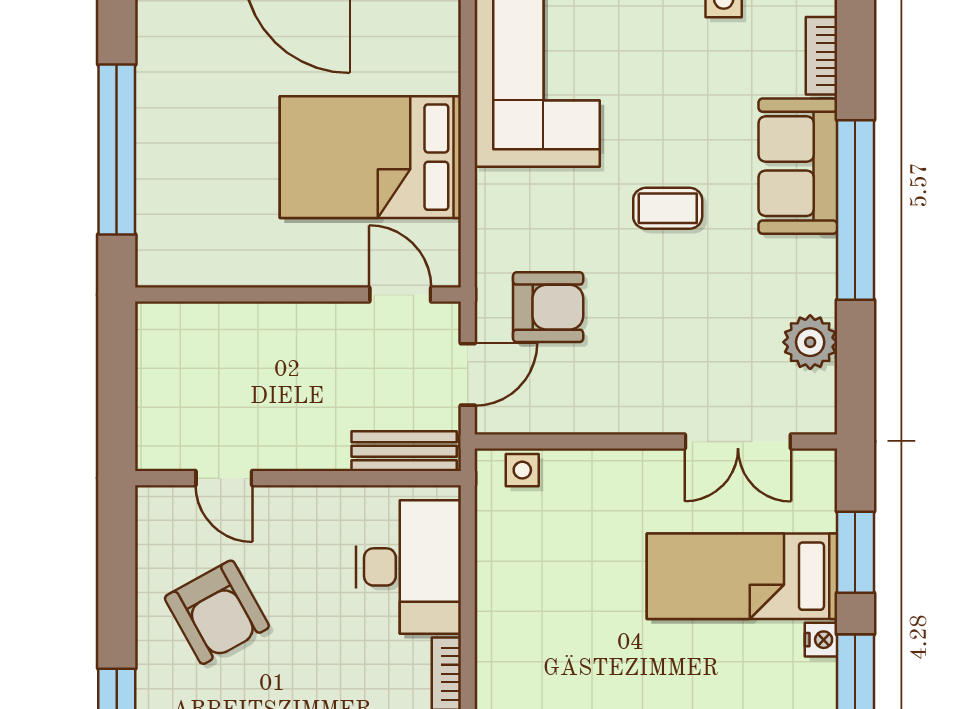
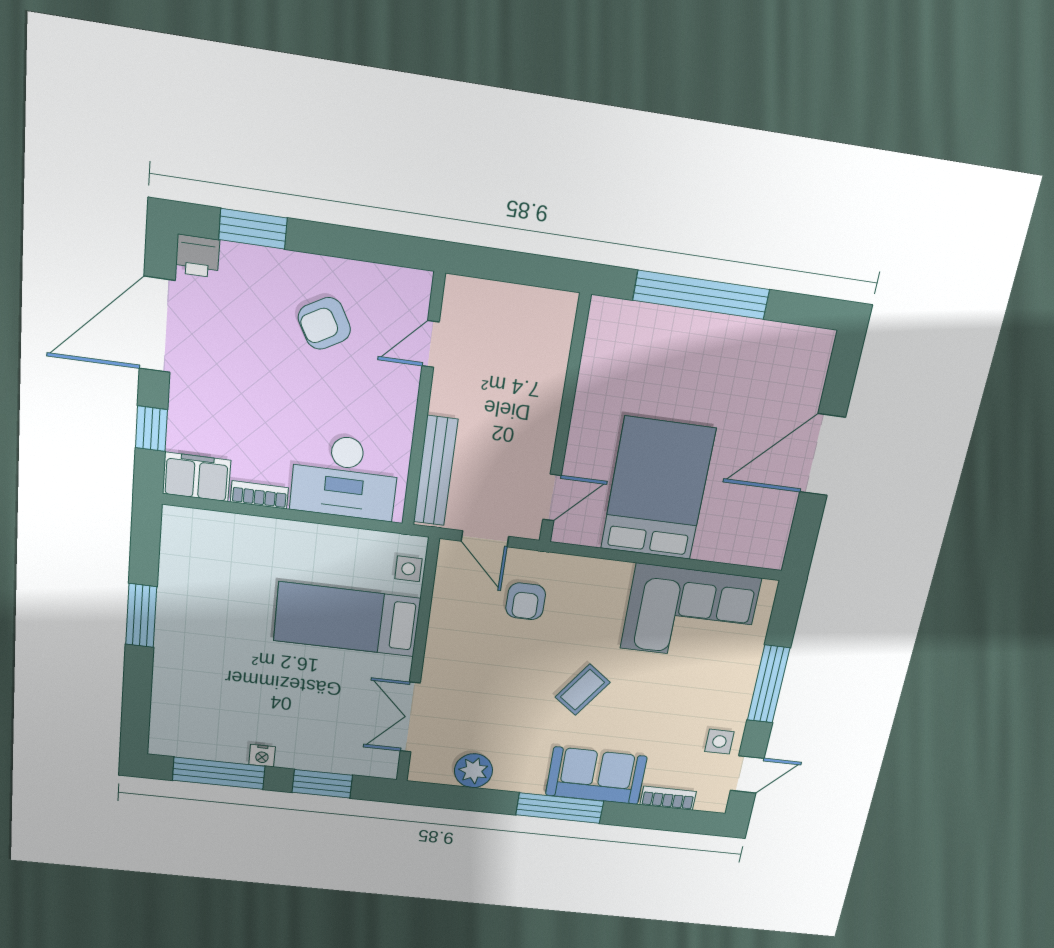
coffee table: (668, 208) -> (583, 690), turned 36
window: (855, 210) -> (560, 808), width x0.68
armchair: (548, 307) -> (526, 601), width x0.72, depth x0.72
bench: (404, 451) -> (436, 471), width x1.36
bed: (742, 576) -> (347, 619), moved, turned -90
armchair: (217, 612) -> (324, 323), width x0.72, depth x0.72

